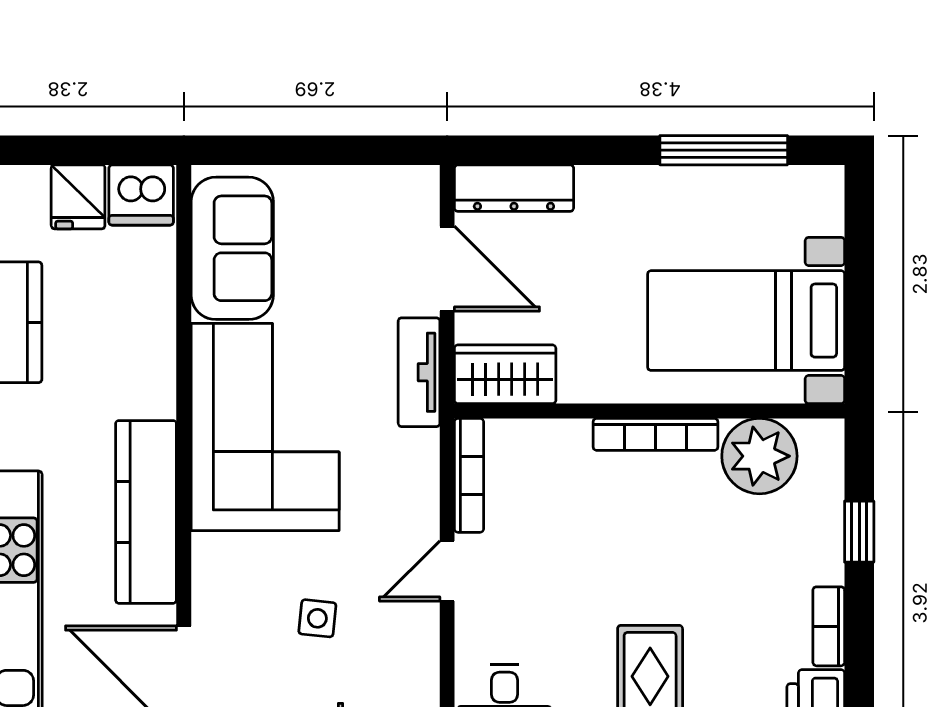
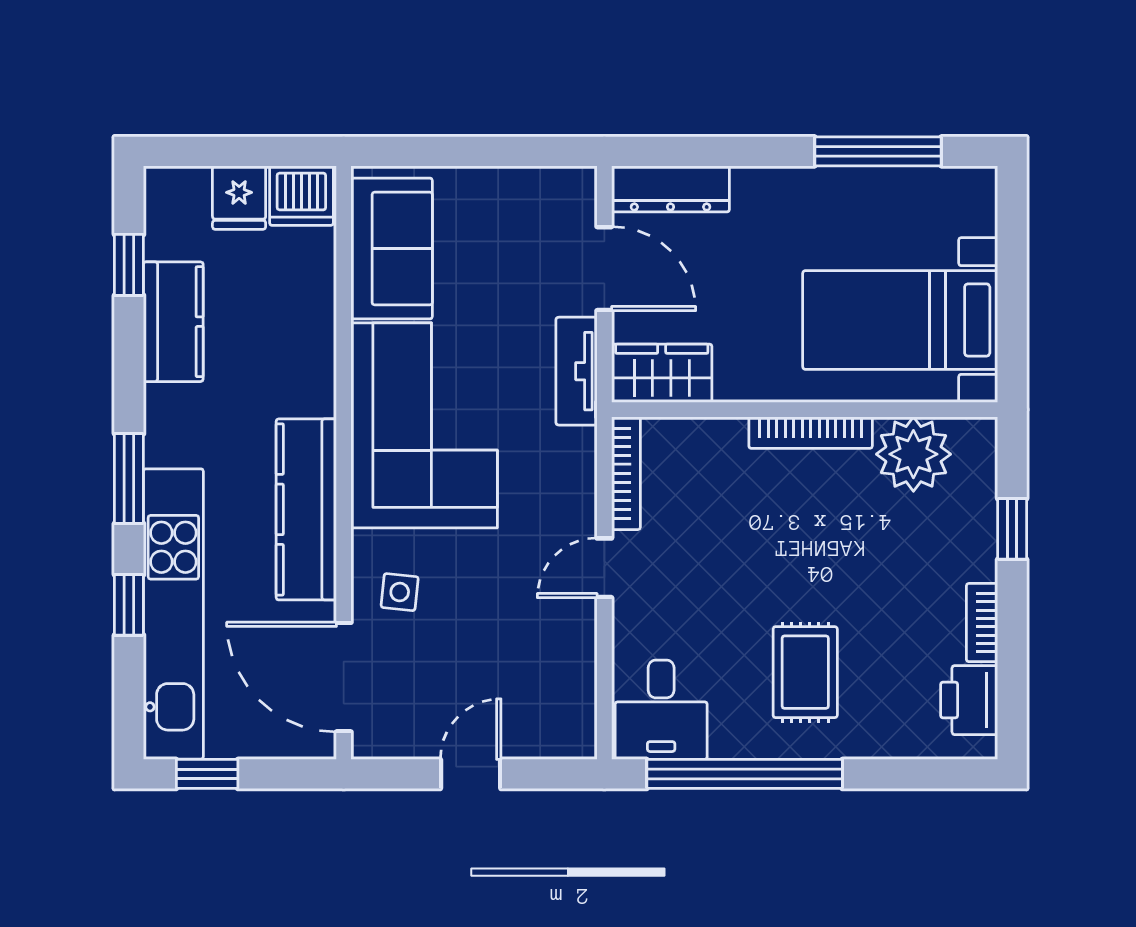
side table: (317, 618) -> (400, 592), moved

